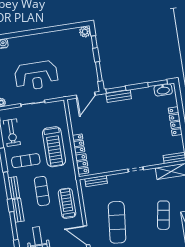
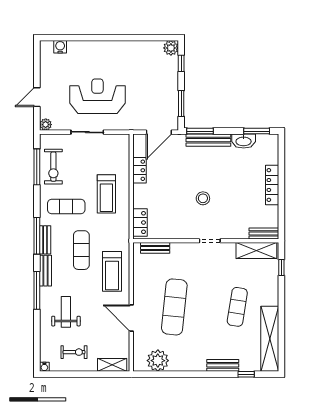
reception desk: (36, 76) -> (97, 96), turned 180
washbasin: (163, 90) -> (244, 141), moved
bench: (119, 96) -> (208, 140), width x1.36
stool: (126, 139) -> (203, 198), added
locker: (78, 143) -> (140, 170), moved
treadmill: (54, 147) -> (106, 194), width x0.73, depth x0.73
treadmill: (67, 203) -> (112, 271), turned 180

